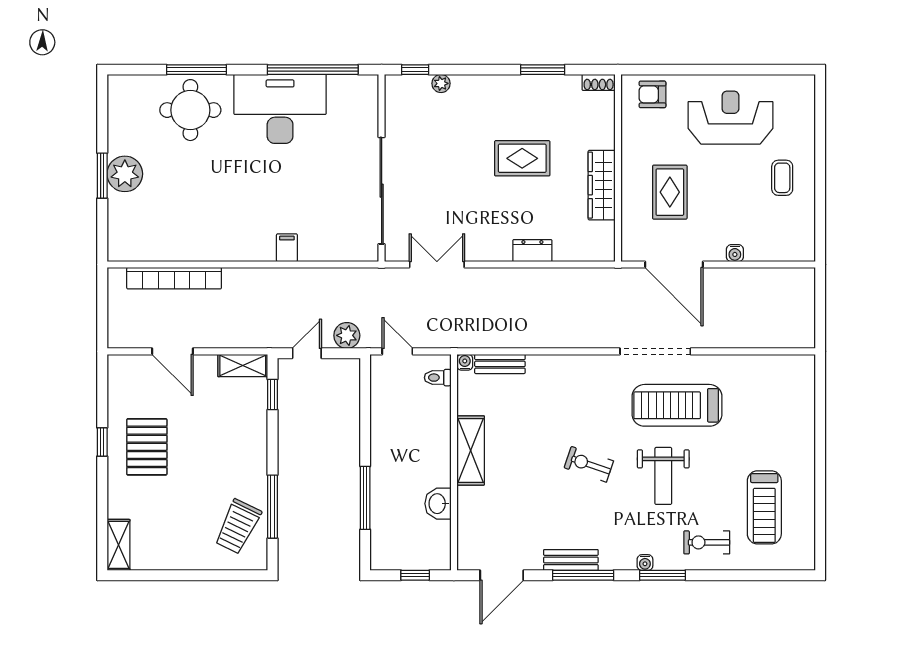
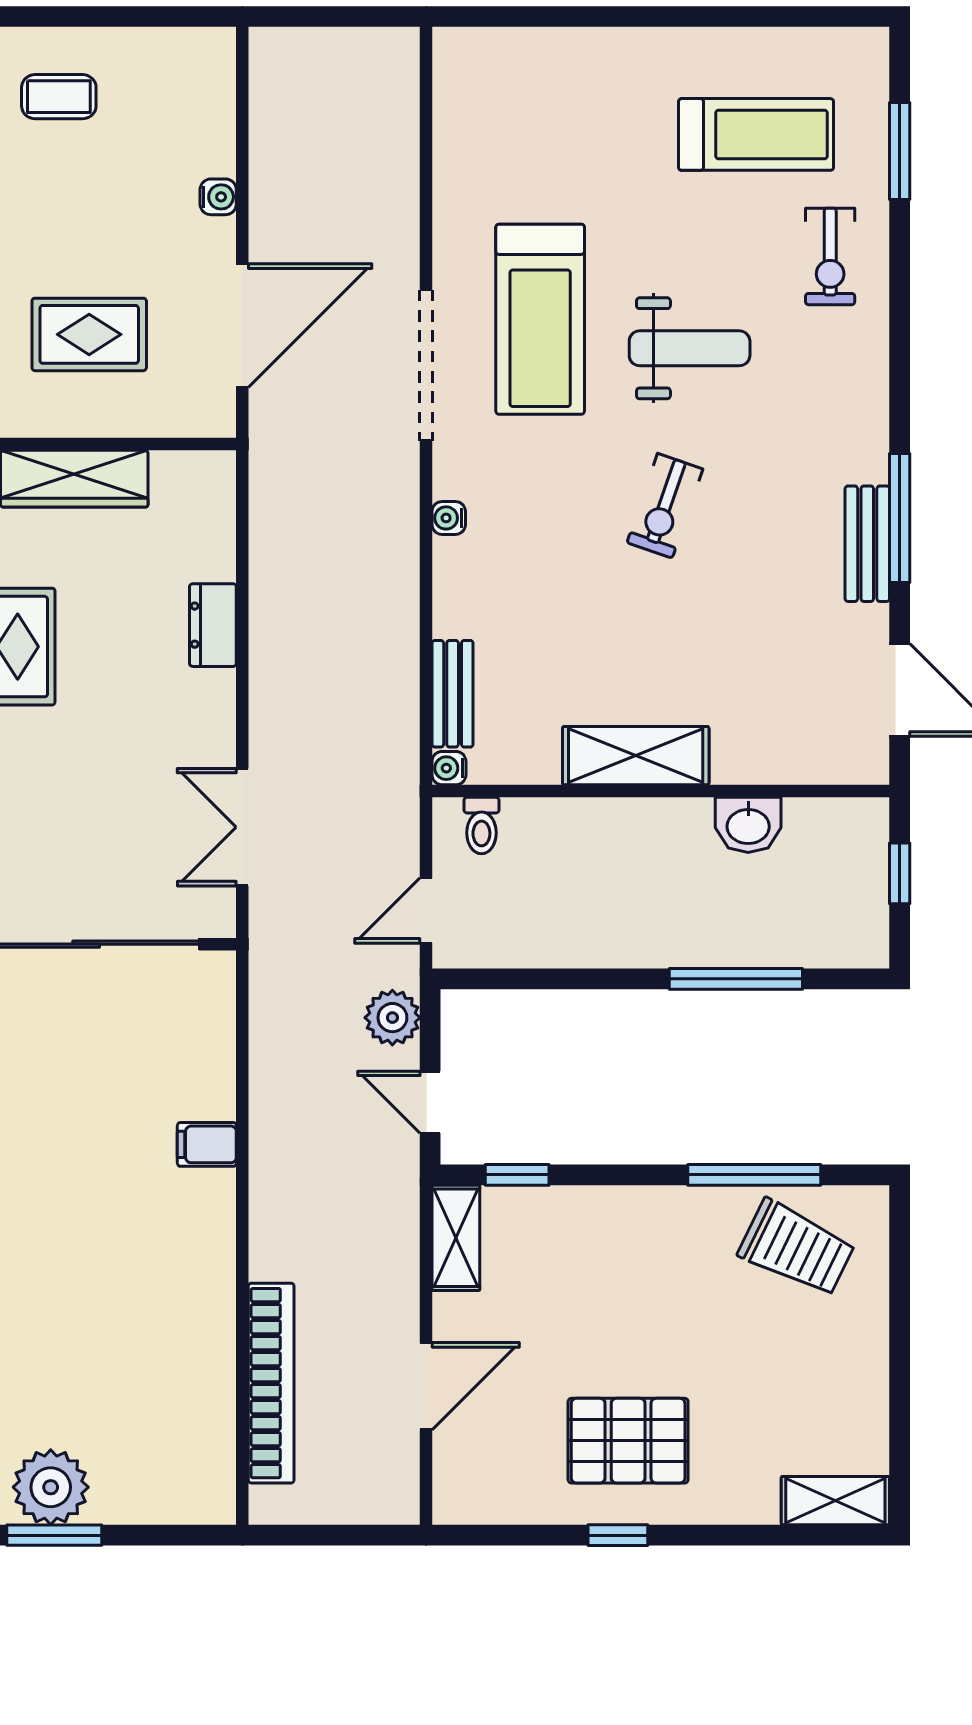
water cooler: (645, 563) -> (449, 518), moved, turned 180
window: (662, 575) -> (900, 151), moved

